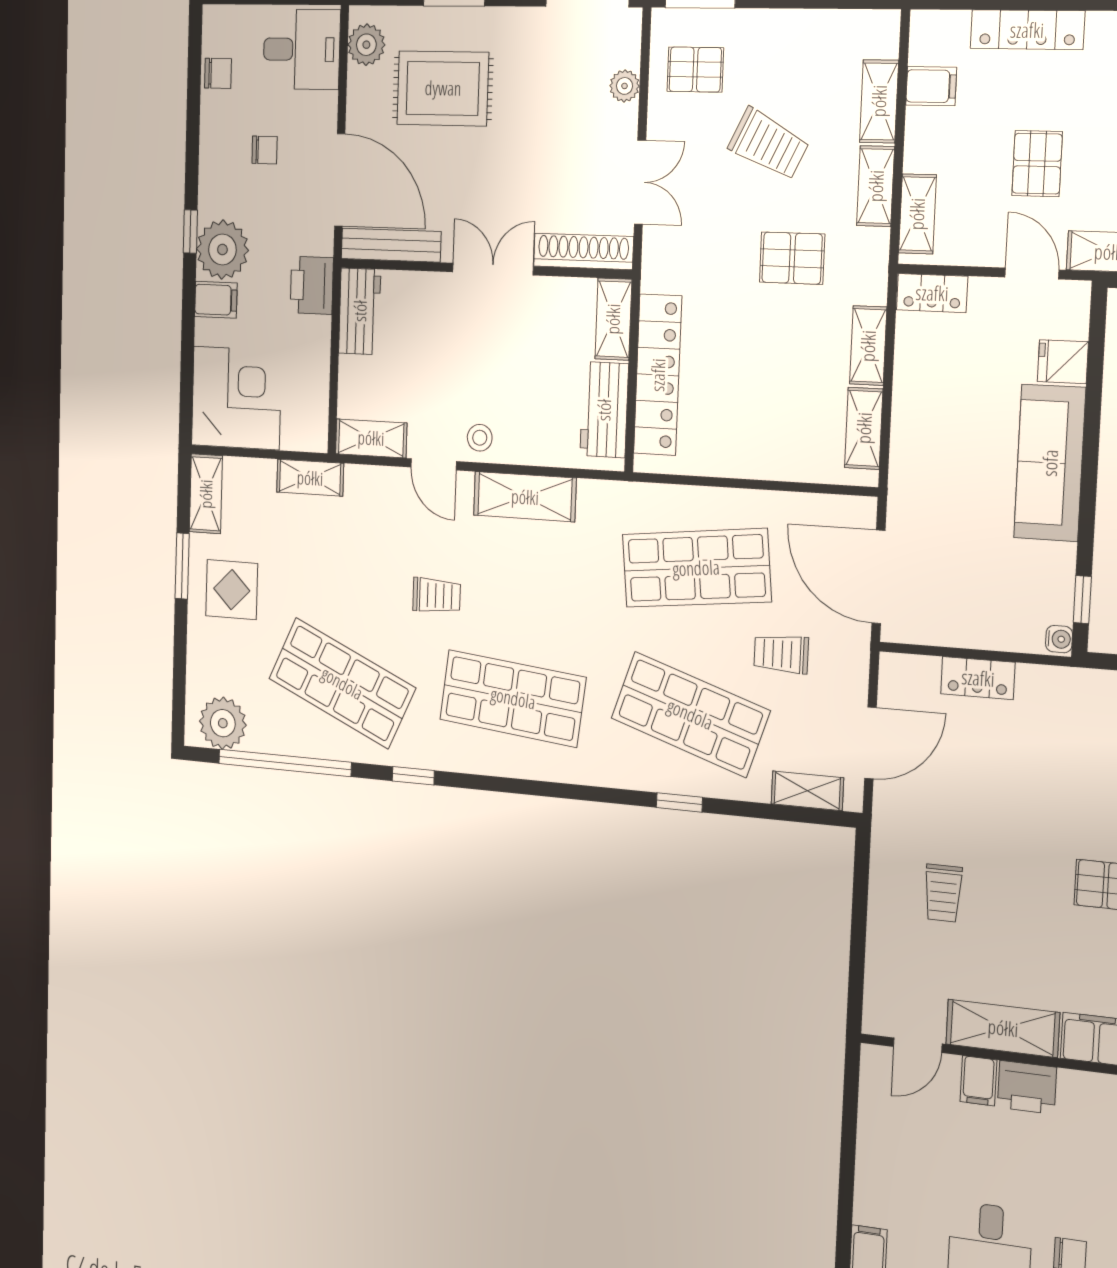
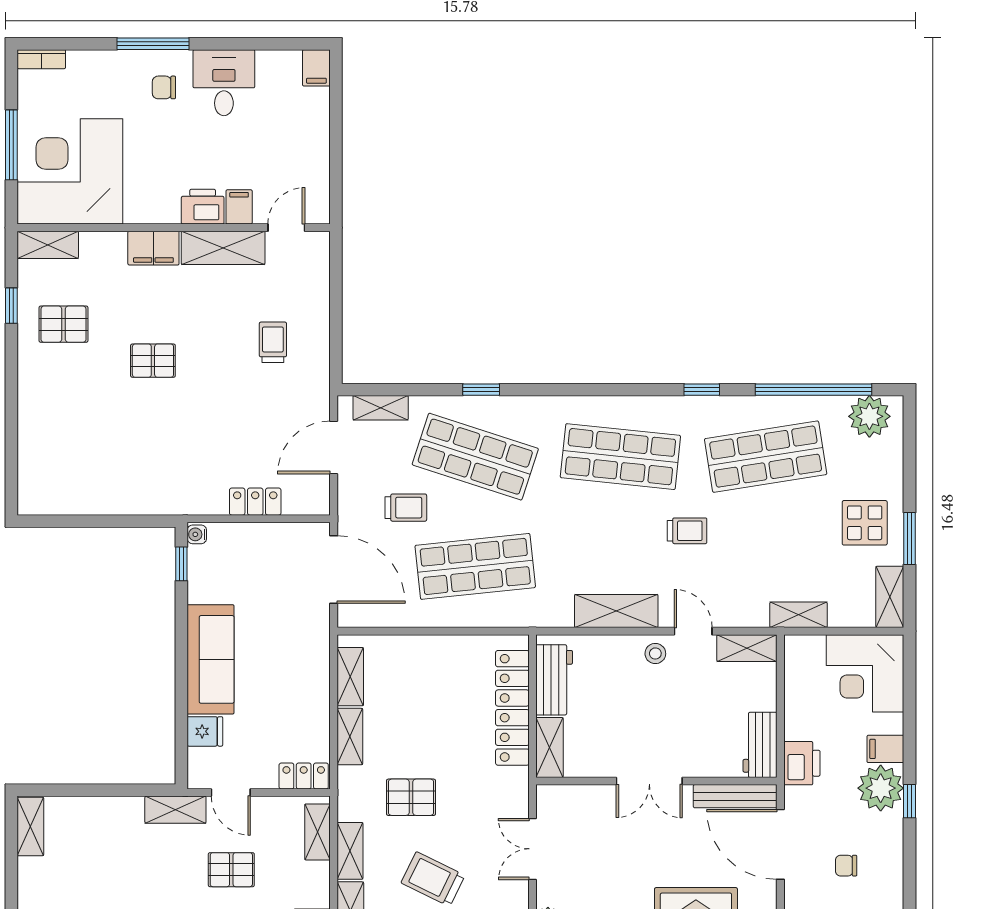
pallet: (1037, 164) -> (231, 870), turned 90
shoe rack: (583, 251) -> (576, 797), removed
trolley: (437, 596) -> (687, 531), turned 180
shop shelf: (342, 683) -> (766, 457), turned -33

